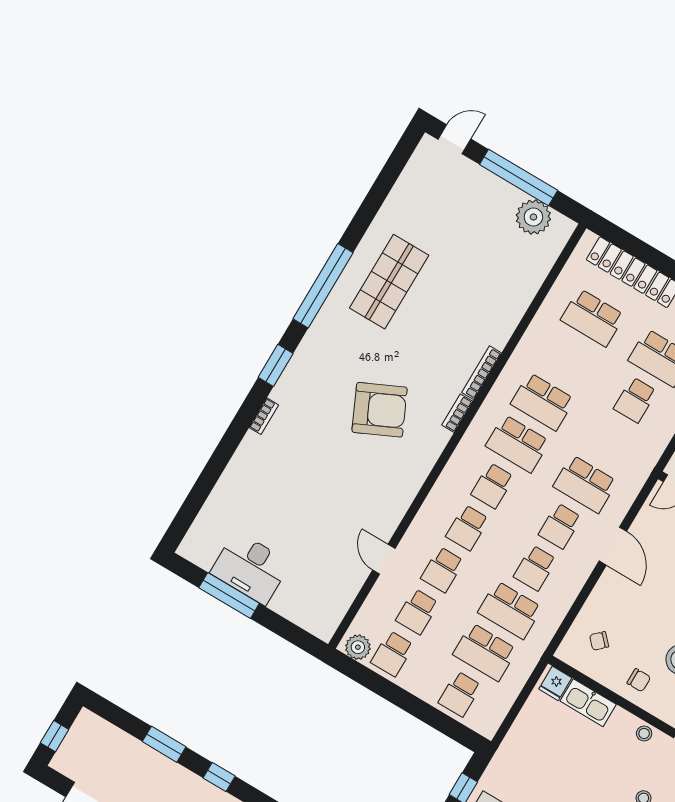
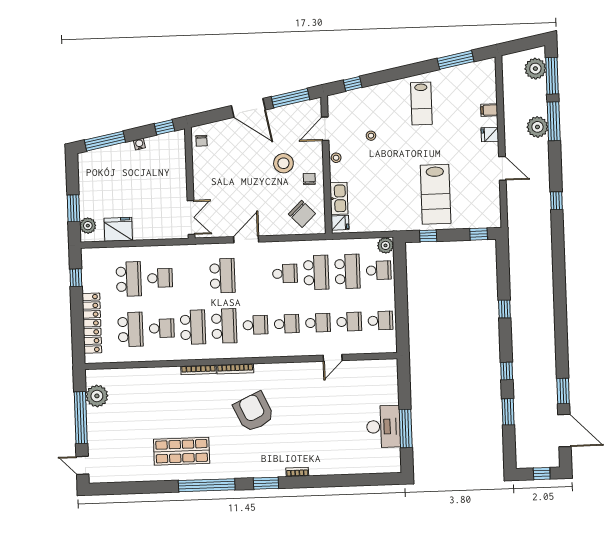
bookcase: (457, 413) -> (235, 369), width x1.56
school desk: (560, 526) -> (162, 328), moved
chair: (599, 641) -> (302, 214), width x1.87, depth x1.87
plant: (358, 647) -> (385, 245), moved

